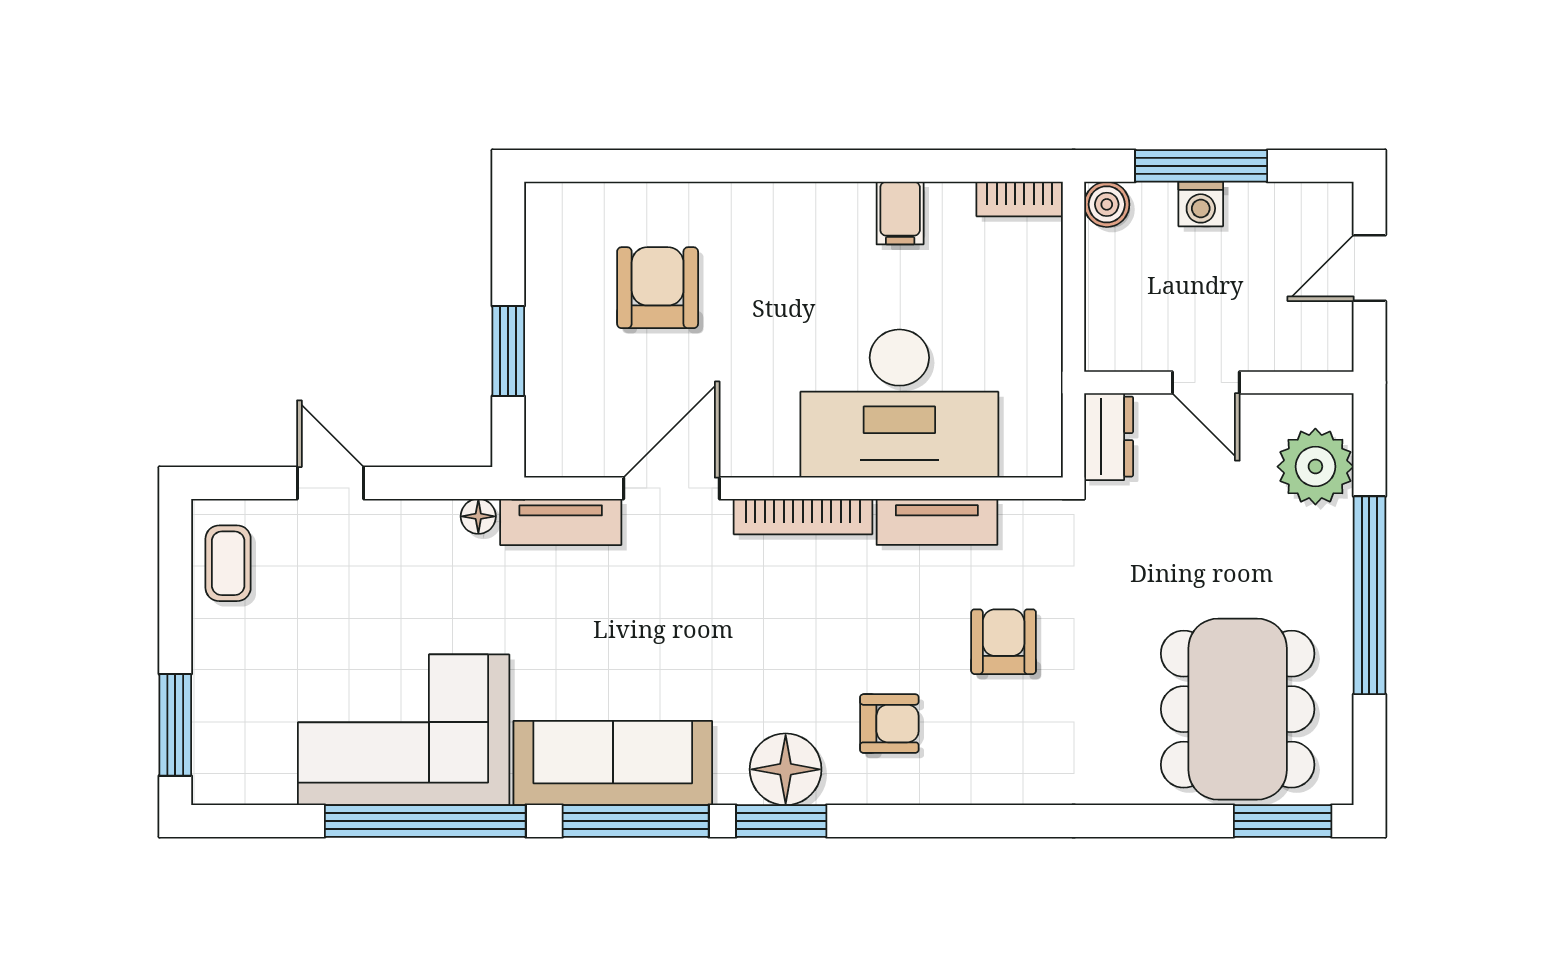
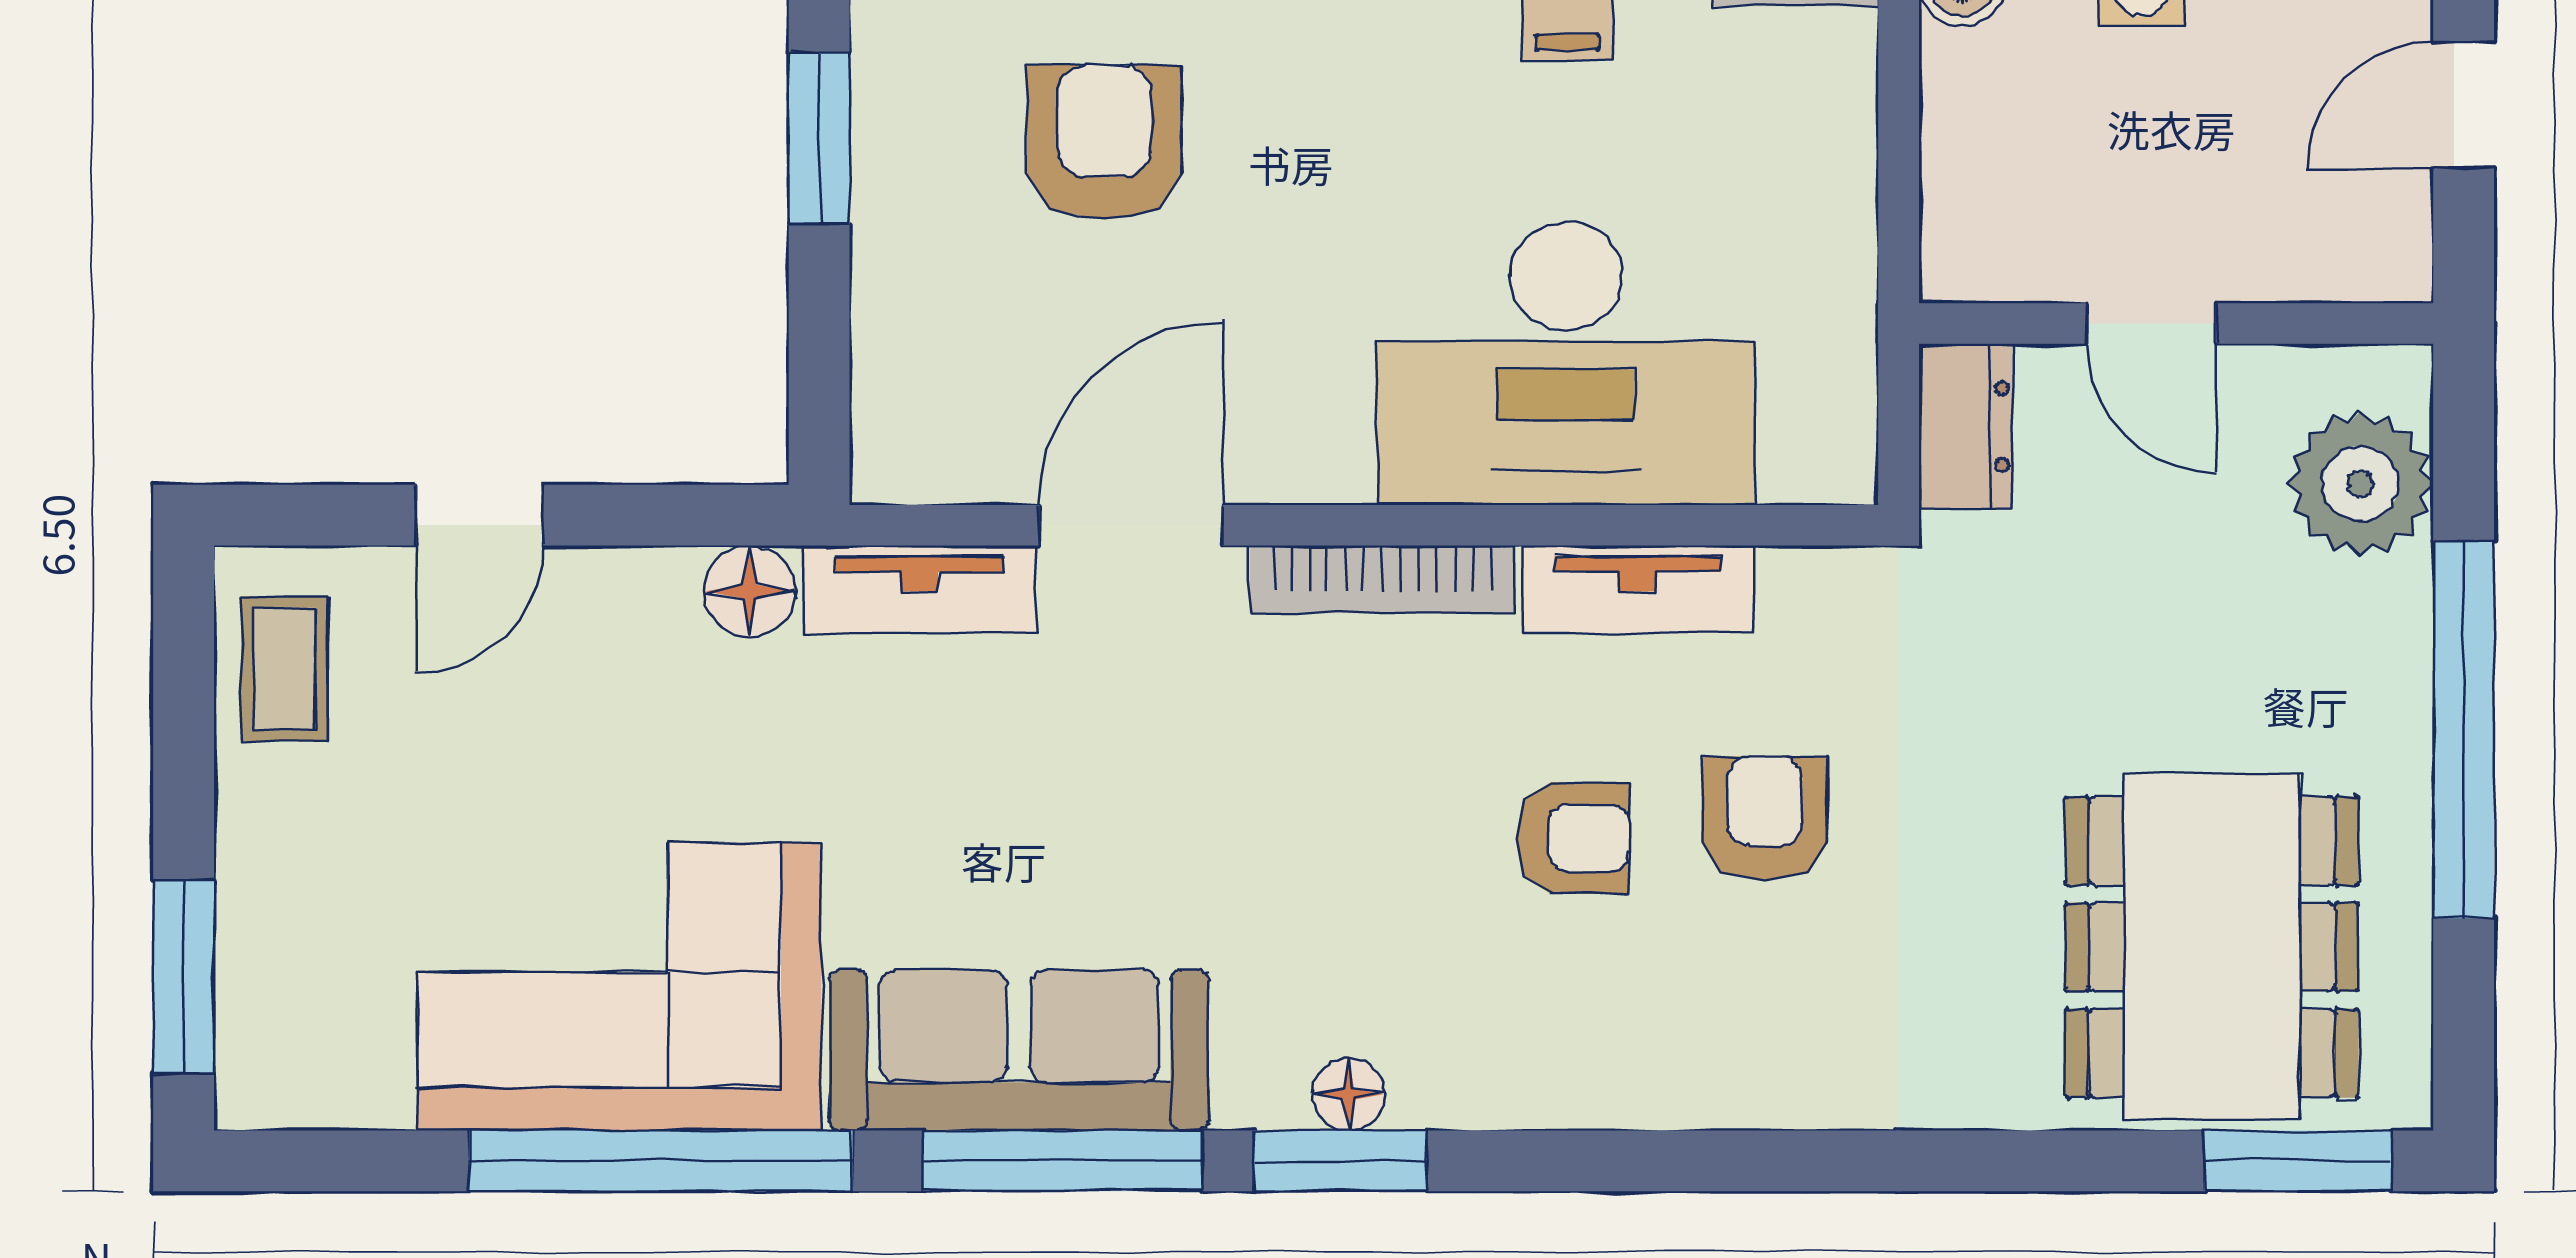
window: (508, 351) -> (819, 138), moved
door: (330, 483) -> (480, 515), swing flipped
floor lamp: (478, 516) -> (750, 591), width x1.37, depth x1.37
armchair: (889, 724) -> (1573, 838), moved
floor lamp: (786, 769) -> (1349, 1094), width x0.53, depth x0.53

